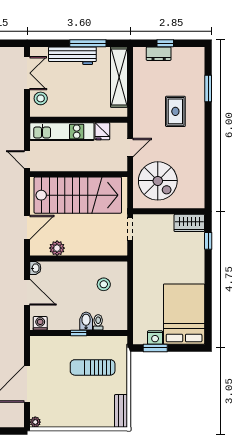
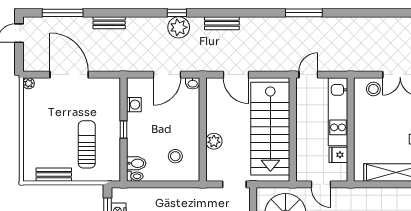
plant: (57, 248) -> (214, 141), moved
bidet: (86, 321) -> (136, 163), moved
toilet: (98, 322) -> (135, 176), moved
washing machine: (40, 323) -> (134, 105), moved
bench: (121, 411) -> (54, 175), moved

